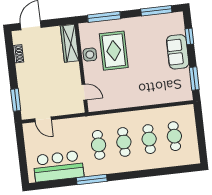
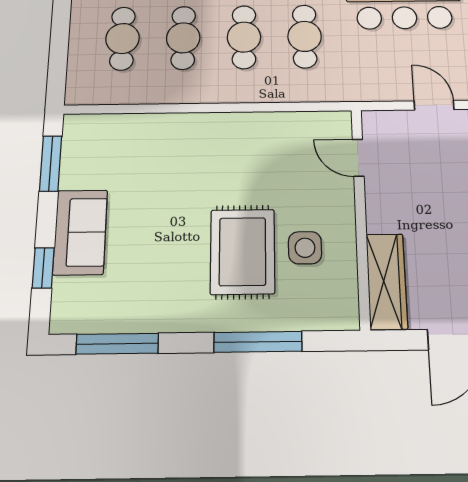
wardrobe: (70, 43) -> (387, 281), moved
wall: (82, 68) -> (361, 216), moved
door: (84, 92) -> (358, 158), moved

